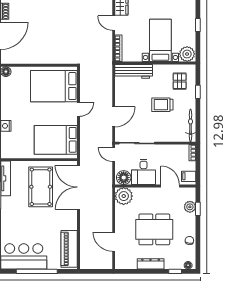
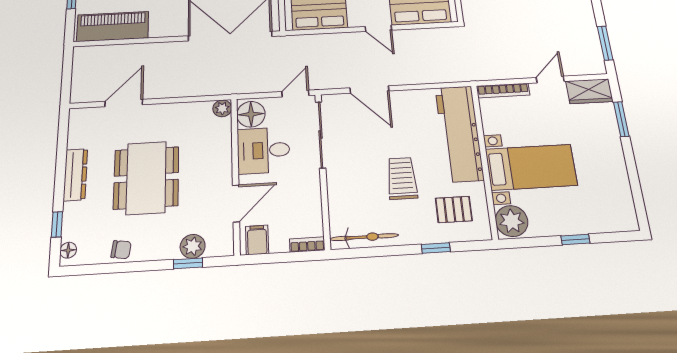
workbench: (134, 71) -> (459, 133), width x1.36, depth x1.32
plant: (124, 196) -> (222, 108), width x0.53, depth x0.53

